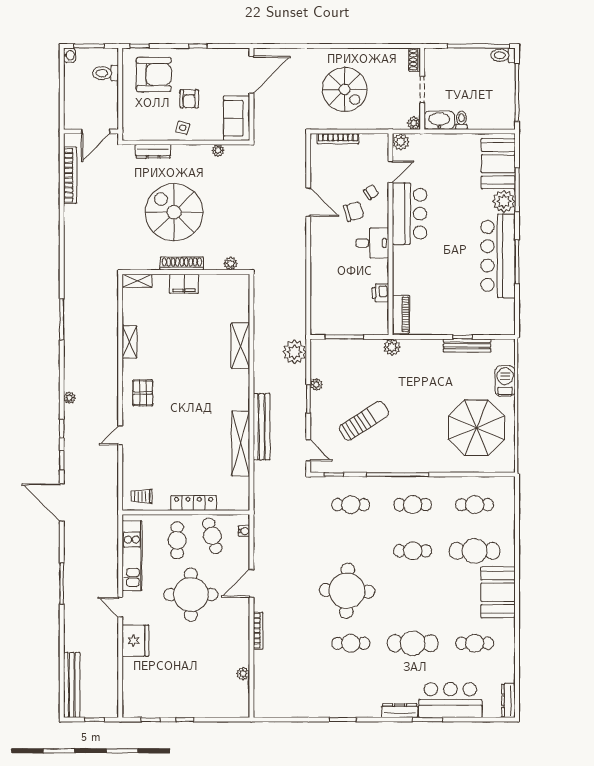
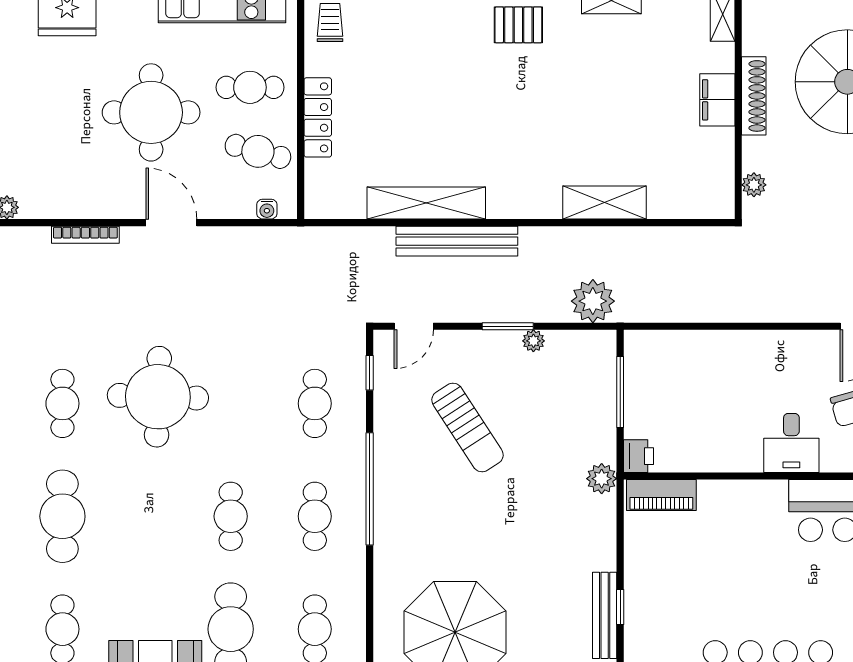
printer: (380, 293) -> (639, 456), moved, turned 90
cafe table: (212, 536) -> (258, 151), turned 31

